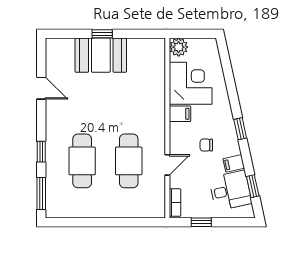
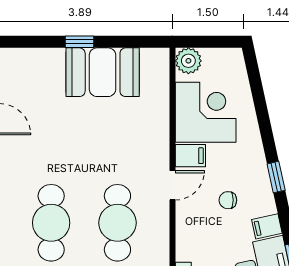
booth: (101, 55) -> (103, 72), moved
door: (167, 165) -> (172, 185), moved

